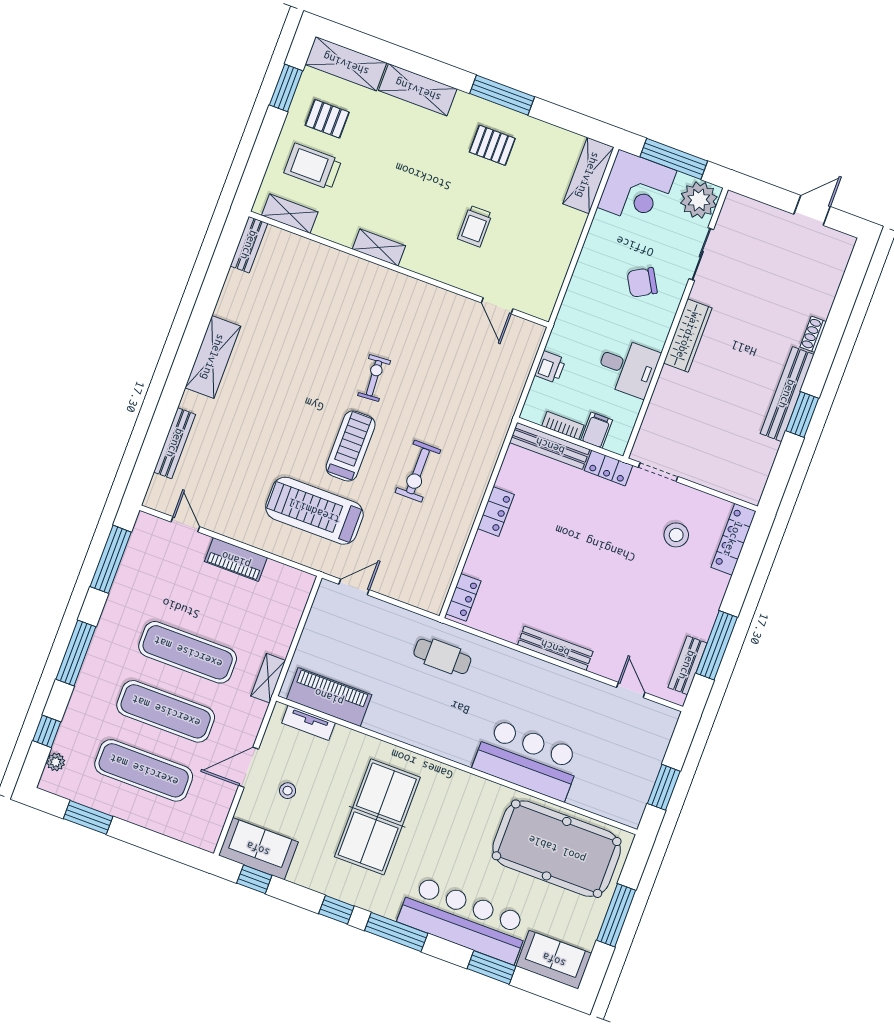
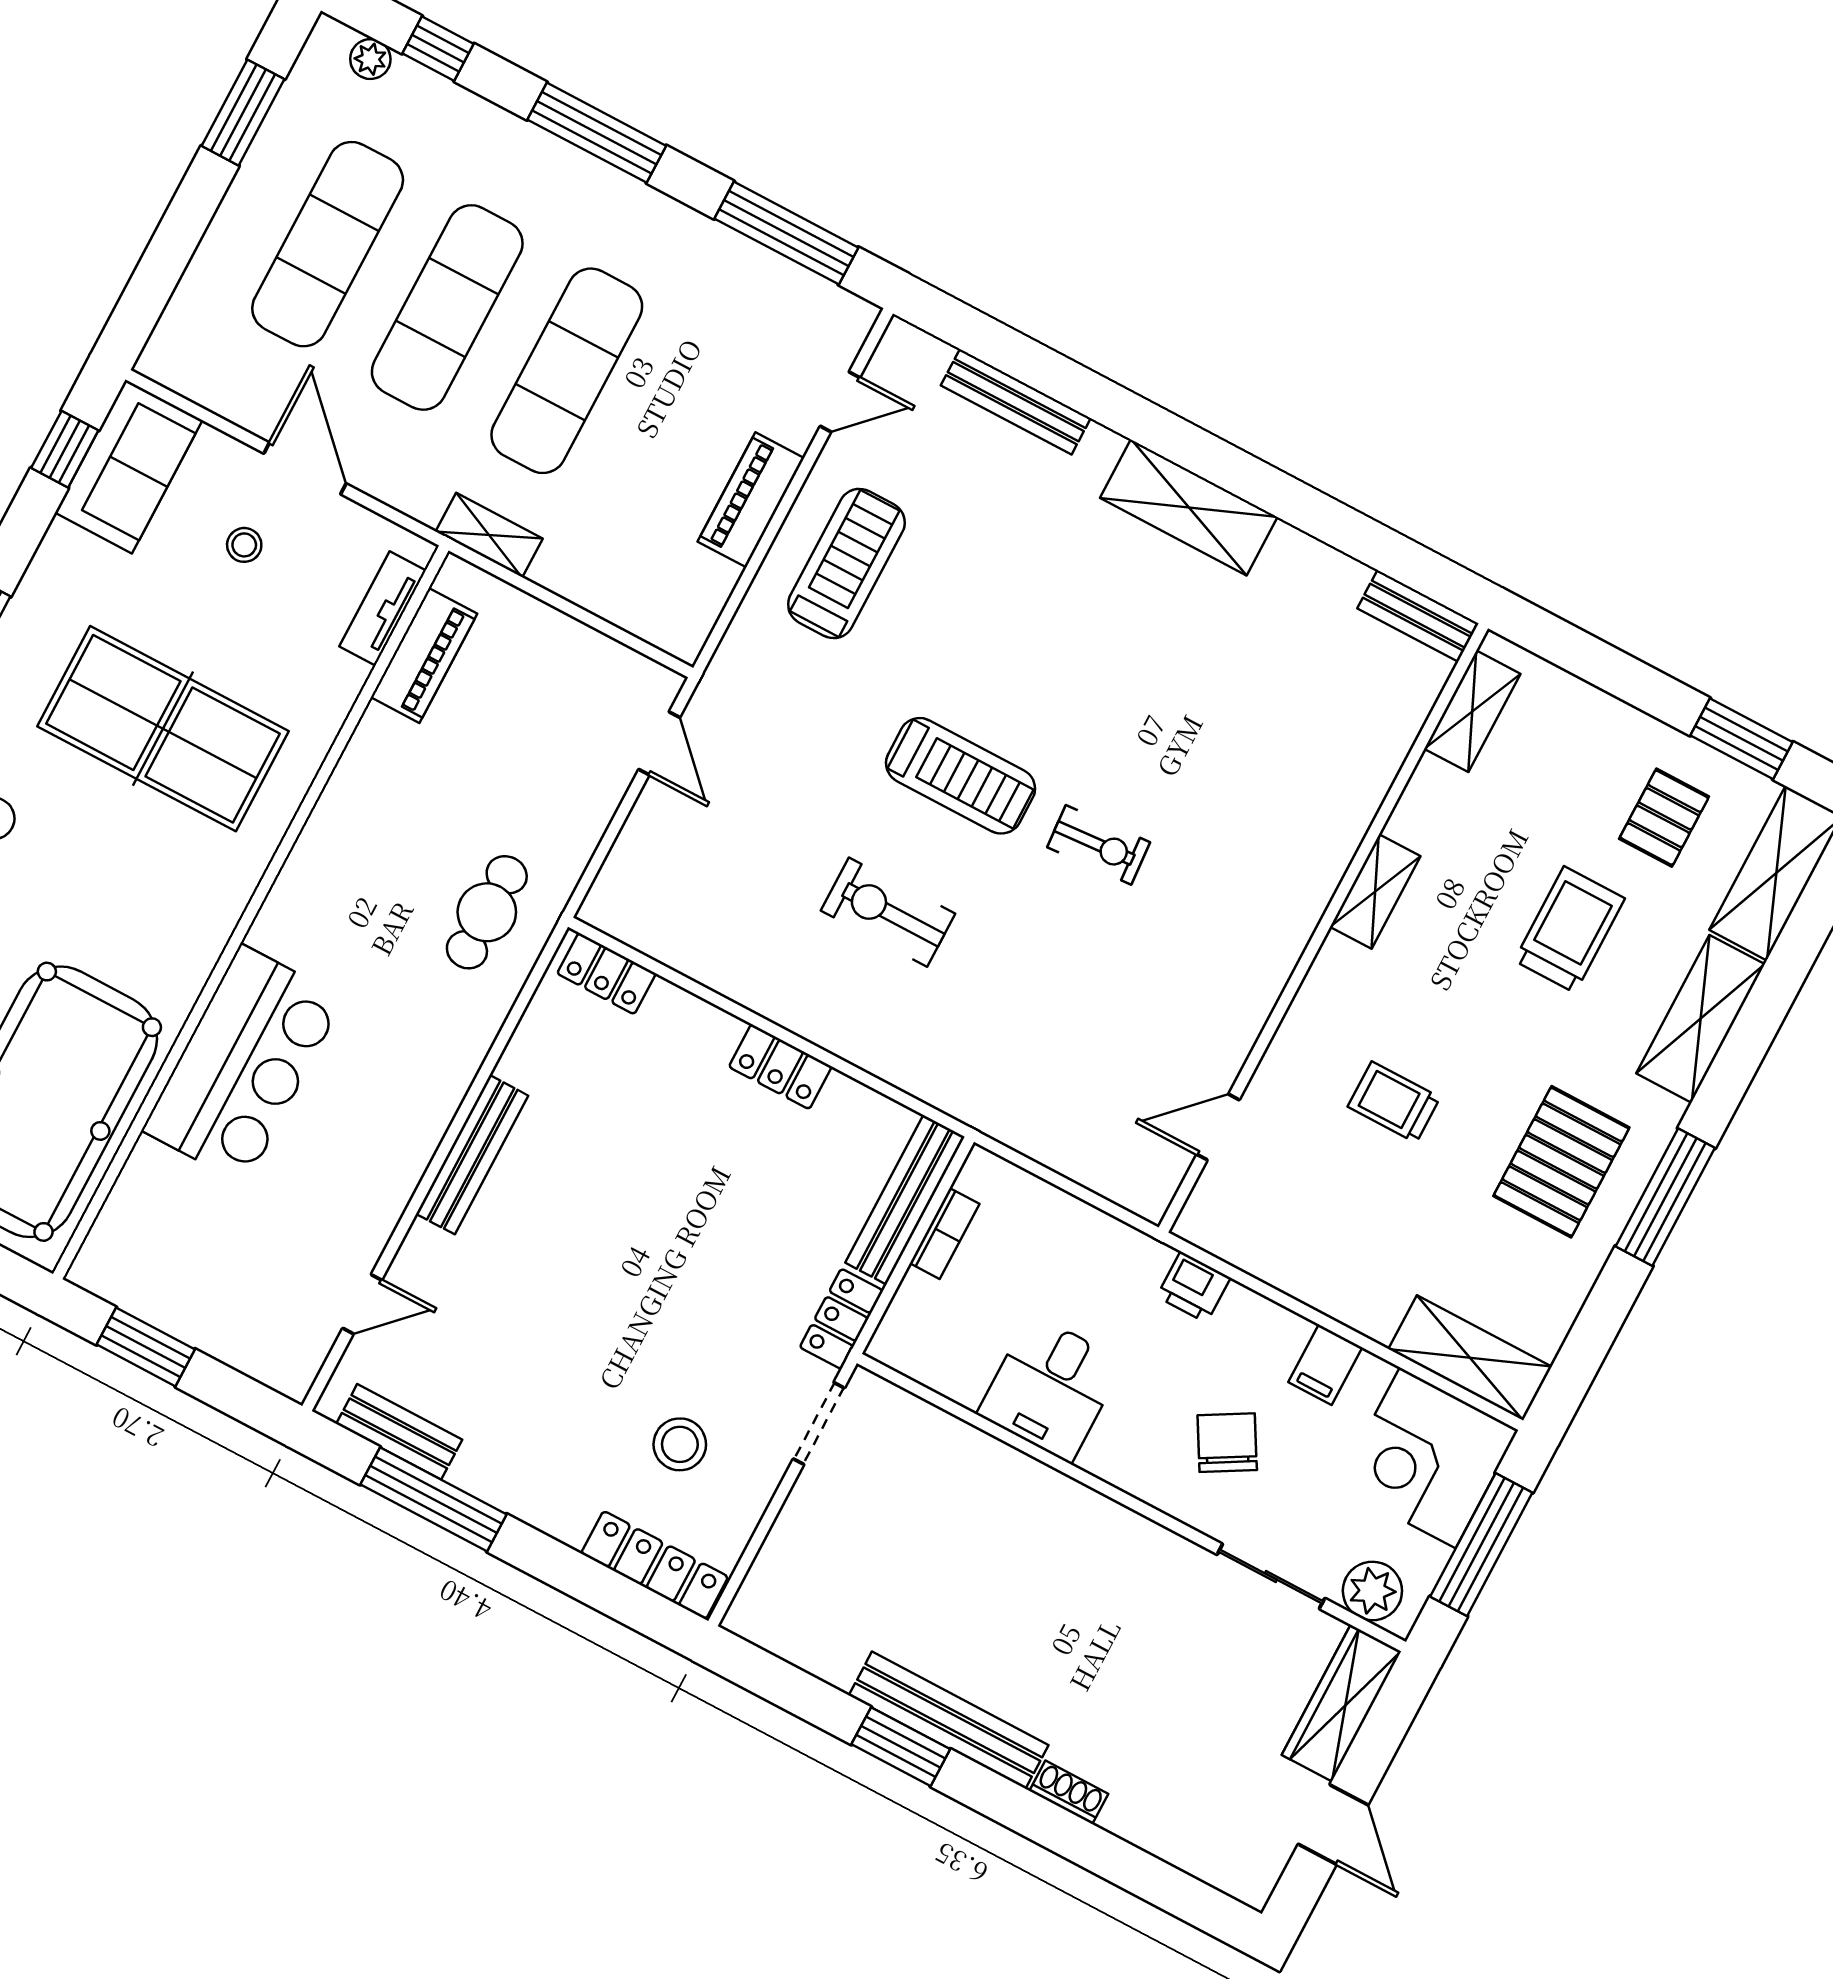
pallet: (492, 145) -> (1561, 1162), width x1.50, depth x1.42
trolley: (313, 166) -> (1569, 929), moved
plant: (699, 200) -> (1372, 1591), width x0.73, depth x0.73
wardrobe: (688, 335) -> (1341, 1703), moved, turned 90
printer: (550, 367) -> (1194, 1287), moved
filing cabinet: (597, 430) -> (1325, 1365), moved, turned 90
treadmill: (314, 511) -> (846, 563), moved, width x0.73, depth x0.73
piano: (329, 697) -> (424, 655), width x0.73, depth x0.75

